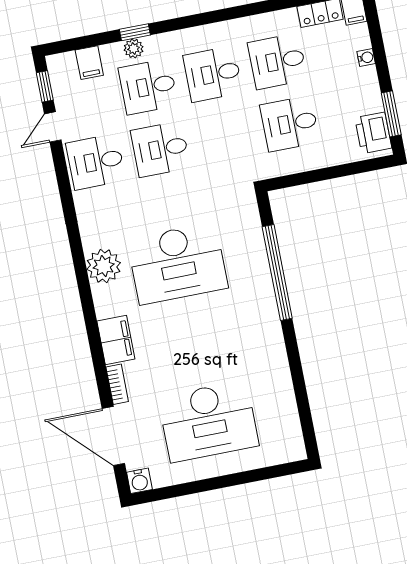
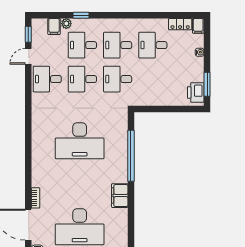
plant: (134, 48) -> (66, 24), moved
desk: (290, 124) -> (118, 79), moved
plant: (104, 266) -> (41, 135), removed
filing cabinet: (116, 340) -> (120, 196), moved, turned 180

